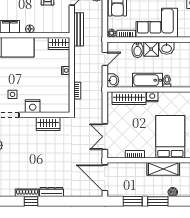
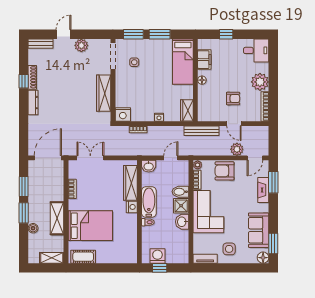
door: (105, 59) -> (171, 158), swing flipped
nightstand: (33, 106) -> (123, 114), moved, turned -90
wardrobe: (48, 124) -> (104, 93), width x1.50

